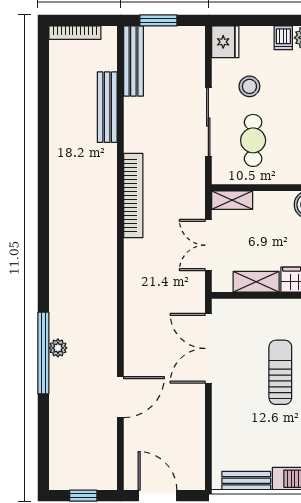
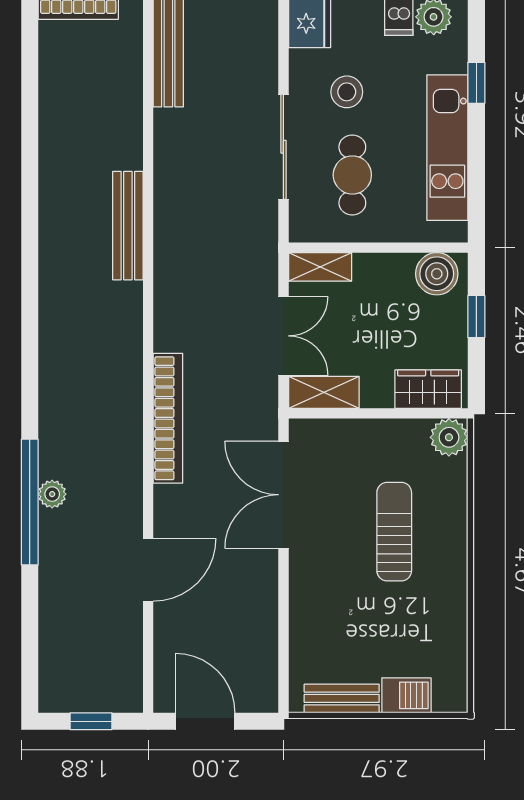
bench: (107, 107) -> (128, 226), moved
bookcase: (133, 196) -> (168, 418), moved
double door: (208, 245) -> (283, 336), swing flipped
shelving: (256, 282) -> (324, 392), moved

